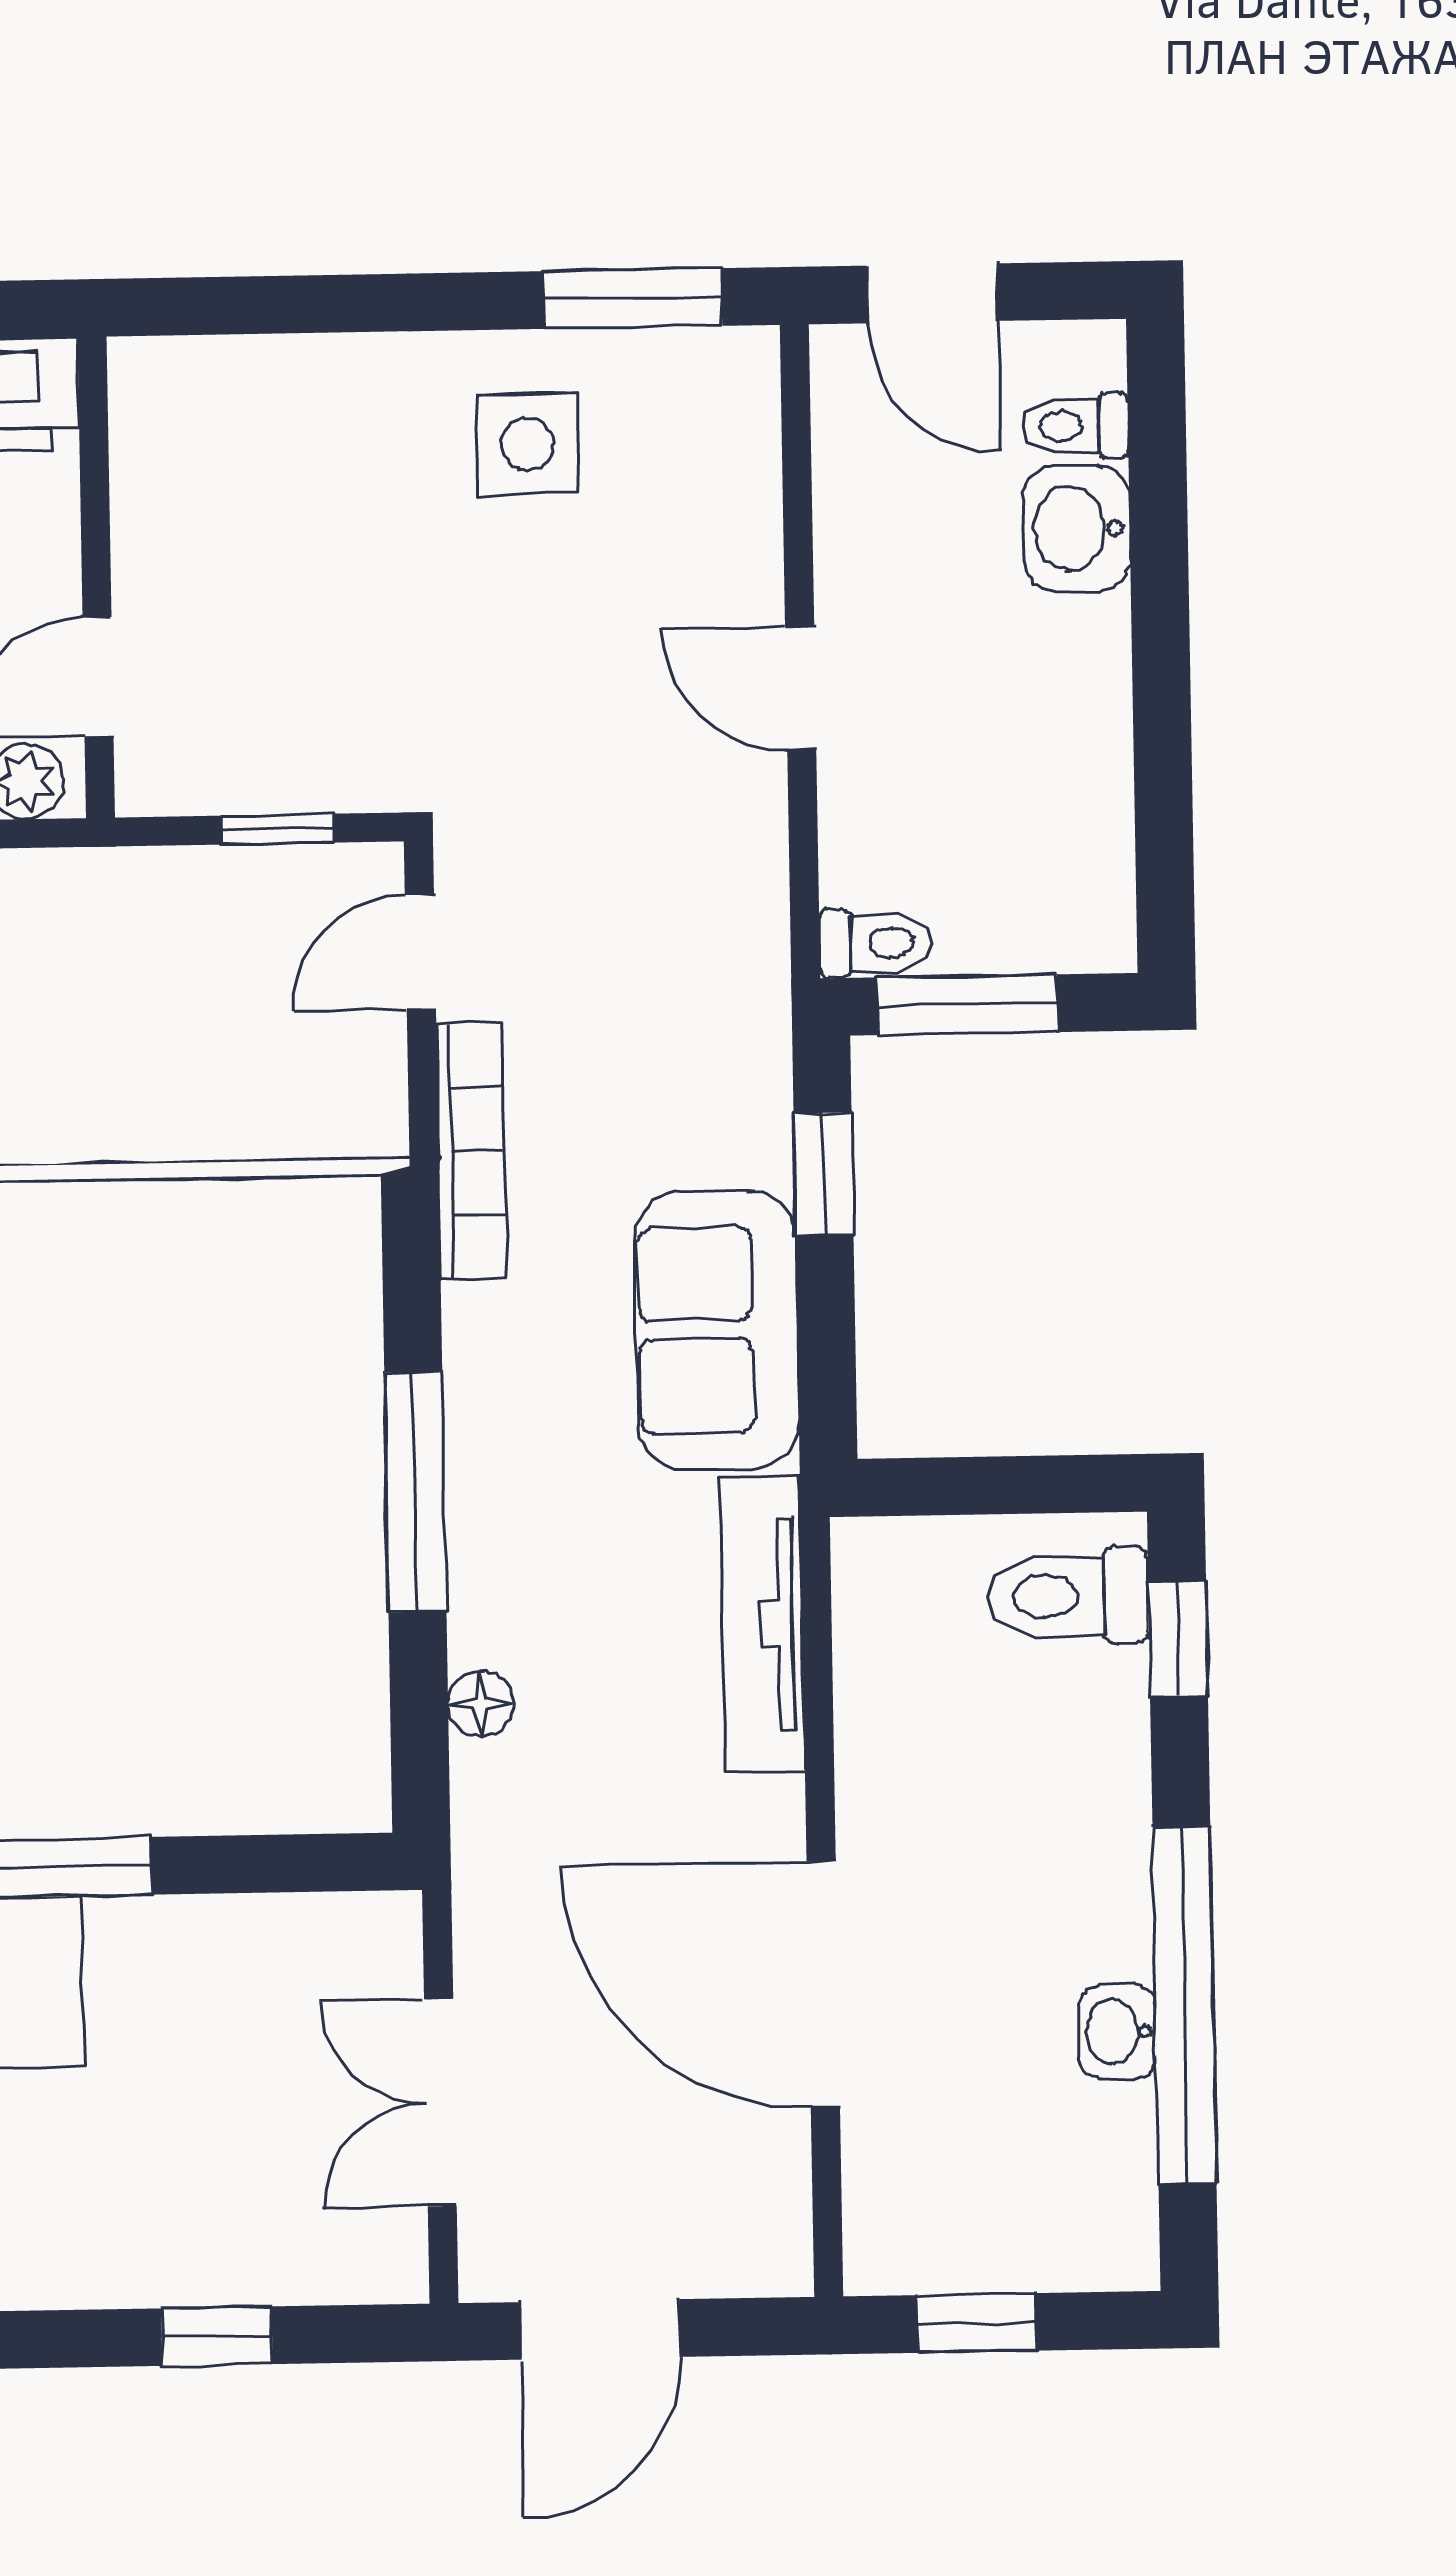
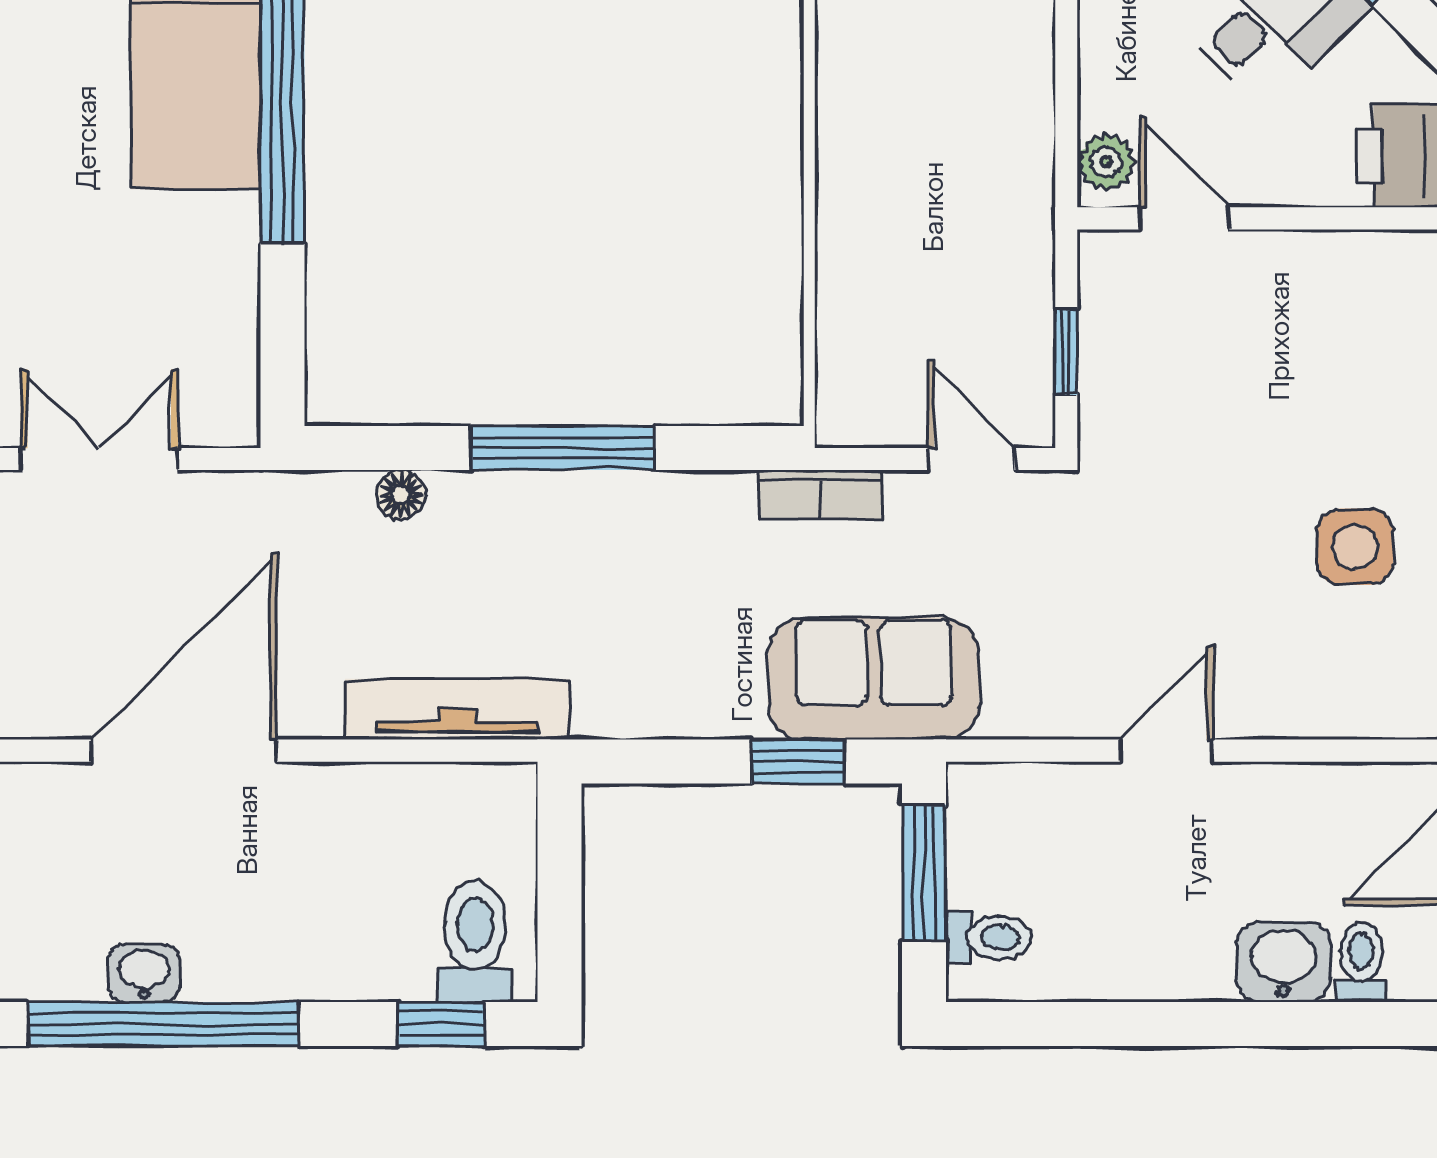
toilet: (876, 943) -> (988, 938), moved, turned -90
bookcase: (471, 1151) -> (820, 495), width x0.64
sofa: (717, 1330) -> (874, 679), moved

